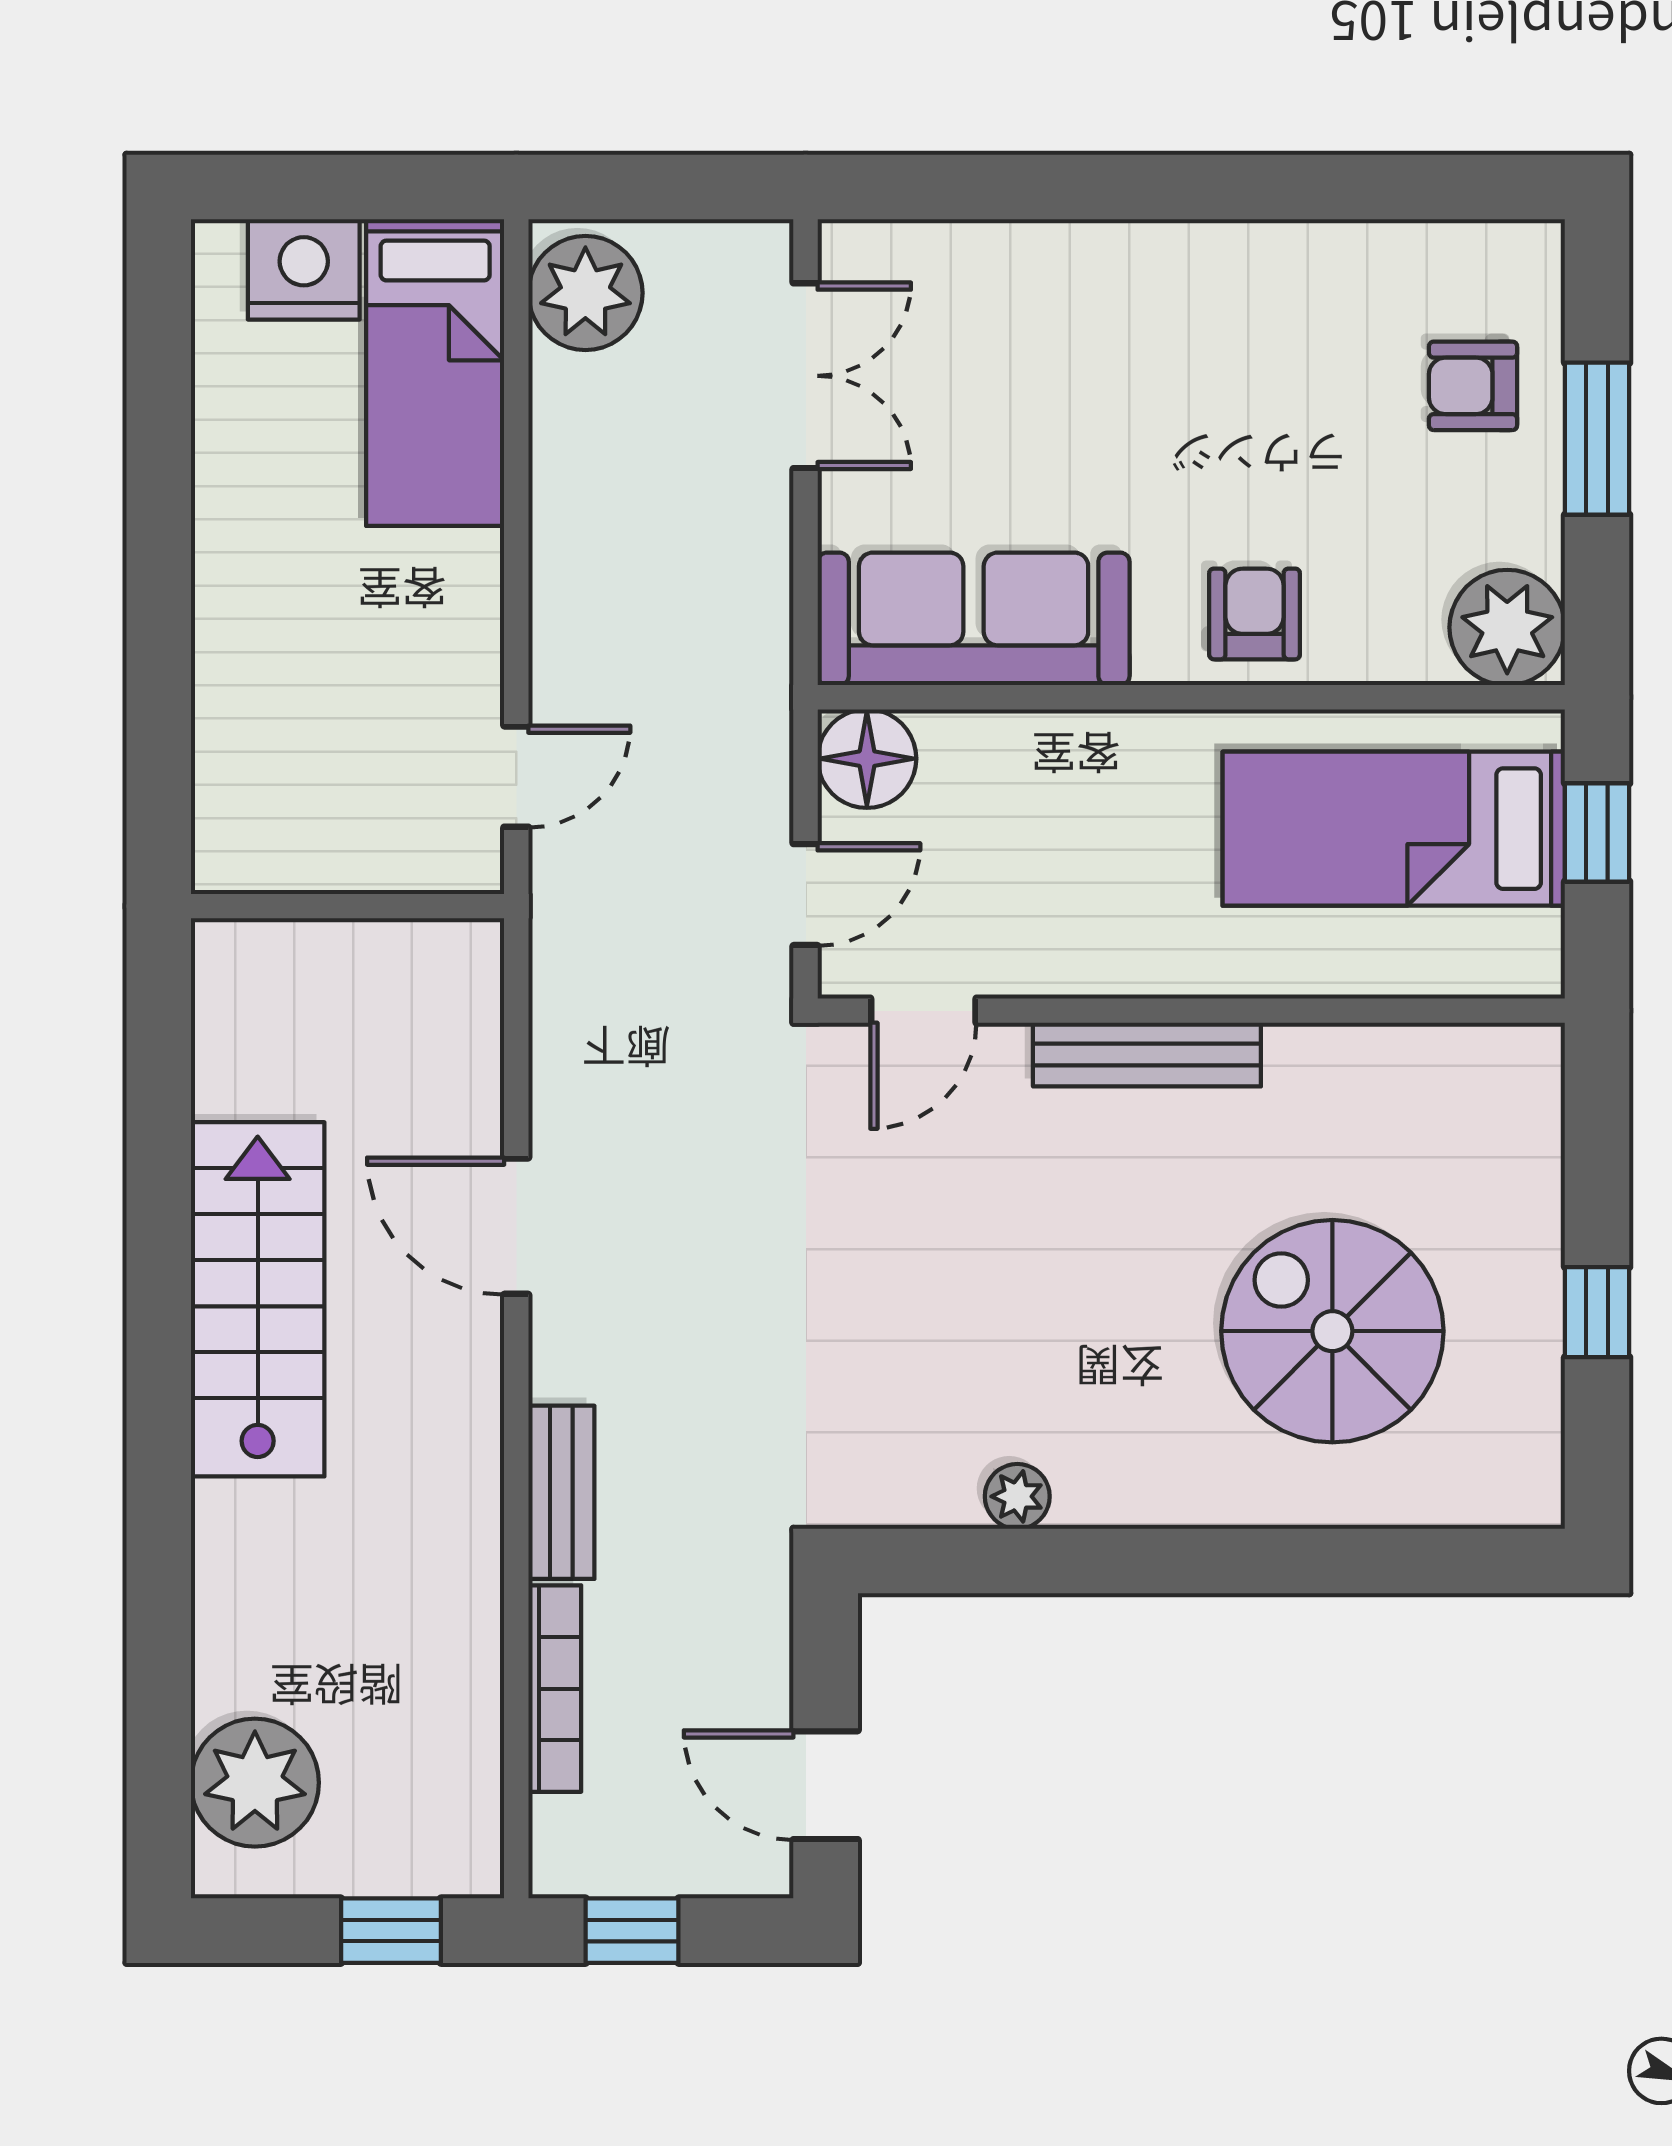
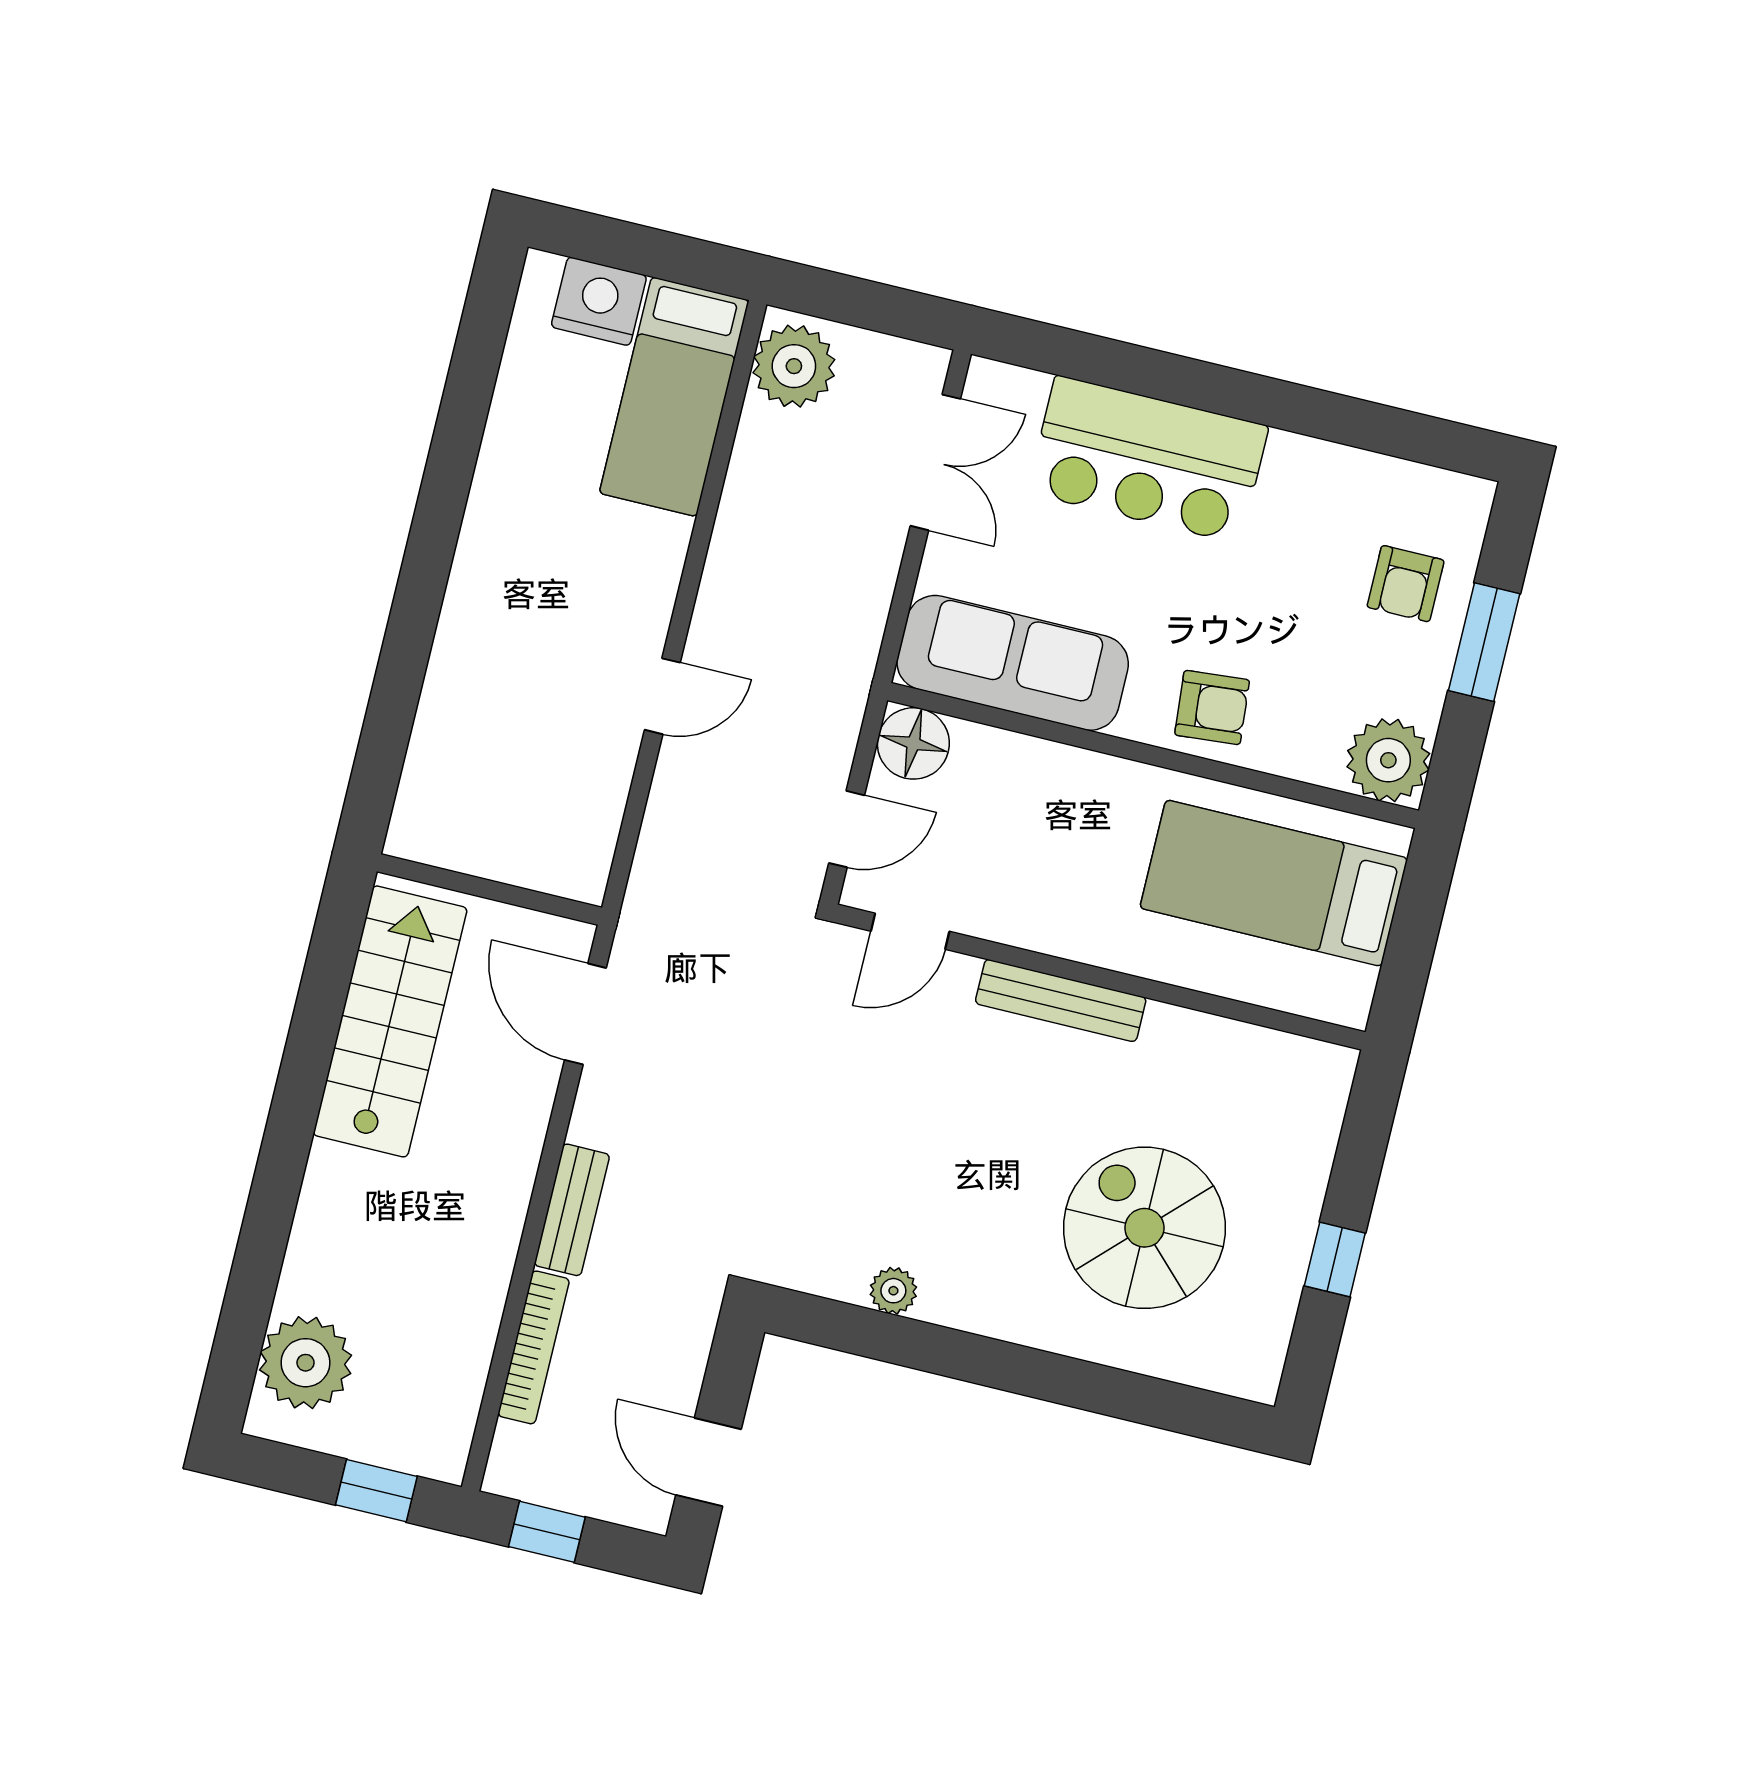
bar counter: (1089, 303) -> (1148, 459), added
armchair: (1473, 386) -> (1406, 584), turned -90
armchair: (1255, 614) -> (1212, 707), turned 85
window: (1597, 832) -> (1417, 920), removed
wall: (348, 906) -> (489, 890), moved

